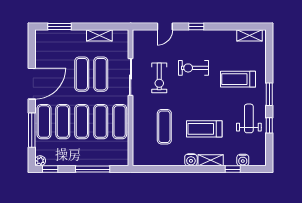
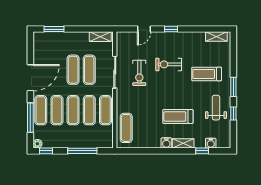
shelving: (99, 35) -> (100, 37), moved
exercise mat: (164, 127) -> (126, 128), moved

